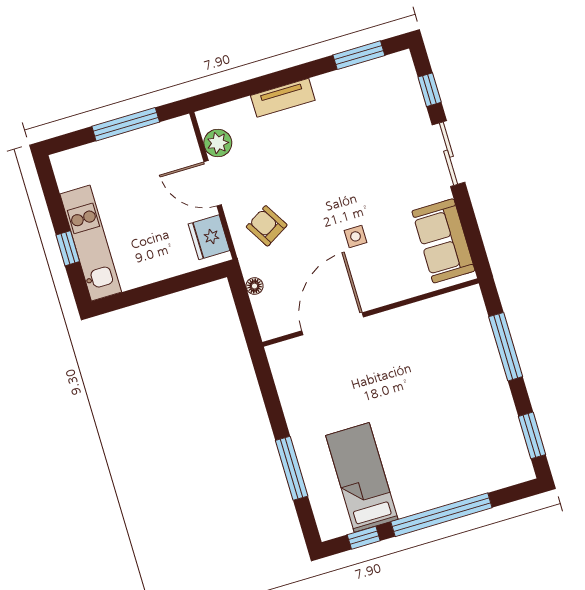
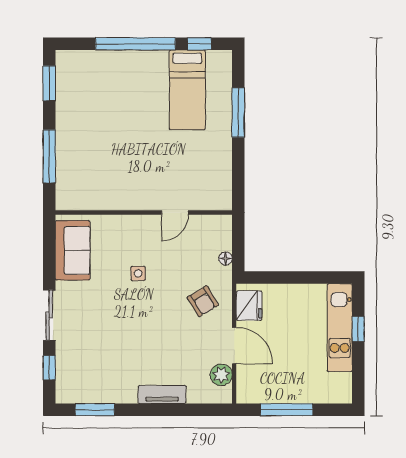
door: (333, 324) -> (175, 213), width x0.53

